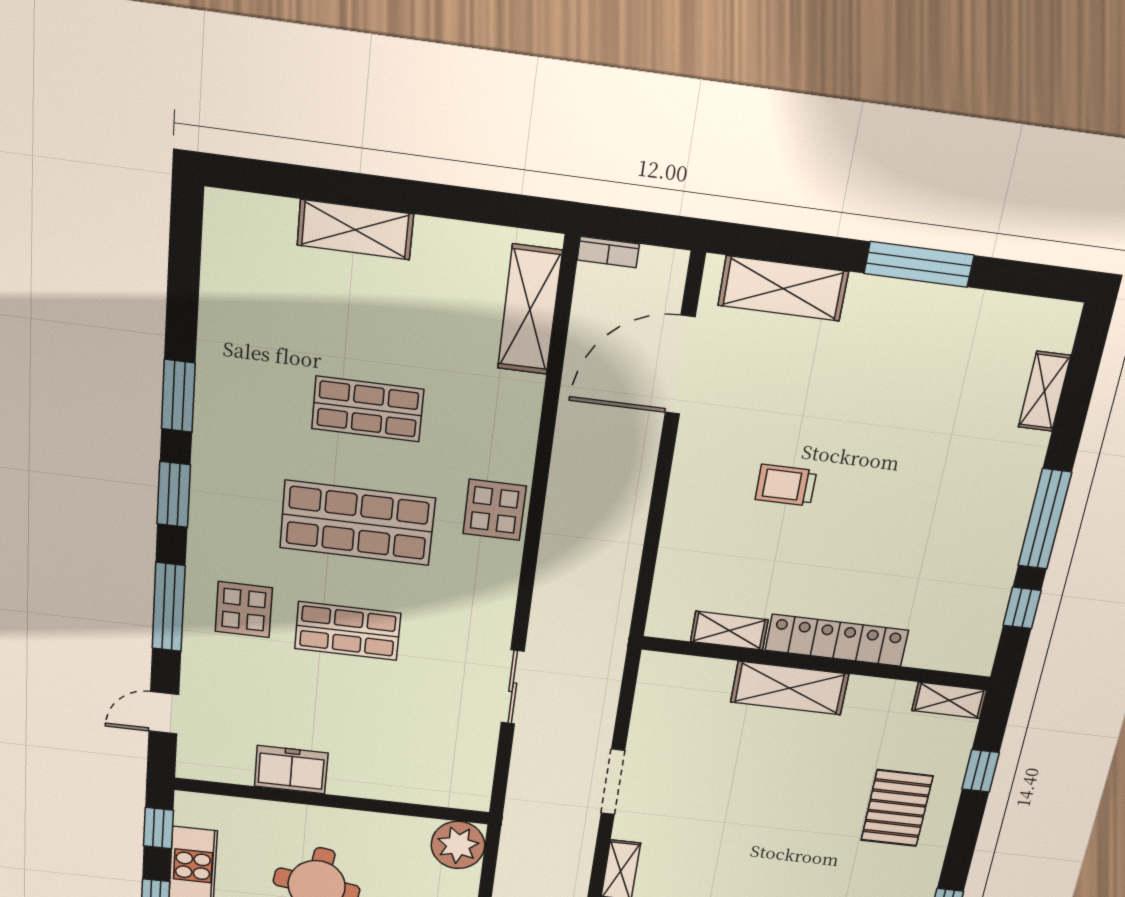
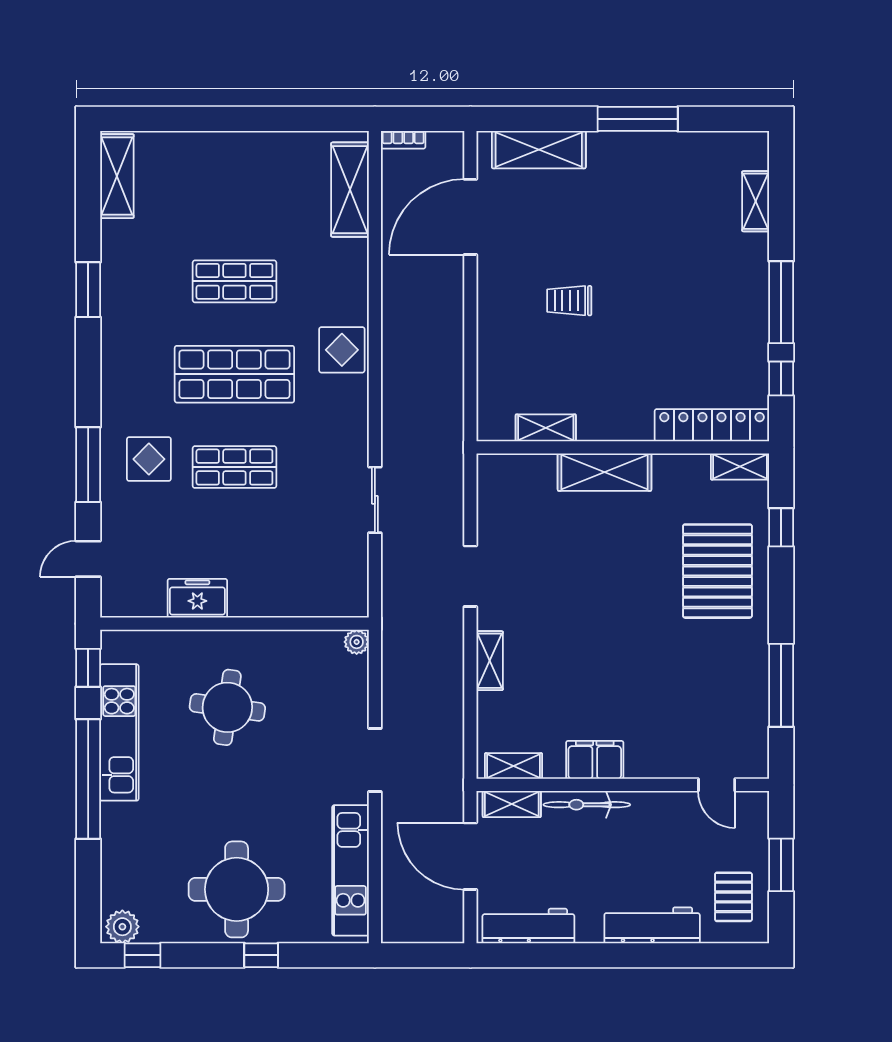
shelving: (355, 230) -> (117, 176), moved, turned 90
window: (174, 494) -> (88, 369), removed
locker: (837, 640) -> (712, 425), moved
pallet: (897, 808) -> (717, 571), width x1.37, depth x1.41
plant: (458, 845) -> (357, 642), width x0.53, depth x0.53

